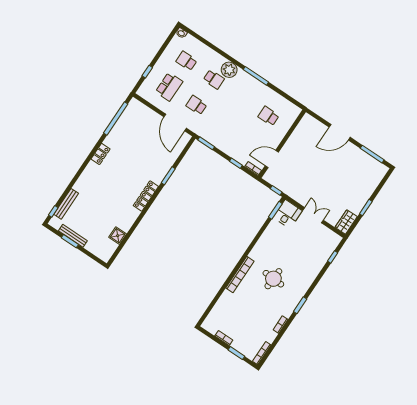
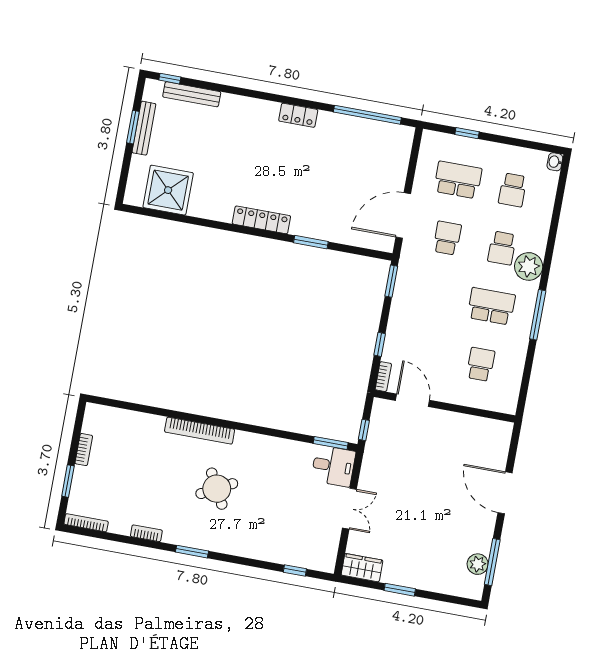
school desk: (186, 61) -> (513, 190), turned 180
school desk: (169, 87) -> (458, 180), turned 180
school desk: (241, 98) -> (491, 306), added
plant: (370, 162) -> (478, 564), added
shower: (118, 236) -> (168, 190), width x1.86, depth x1.86
round table: (273, 279) -> (217, 489), turned -31

